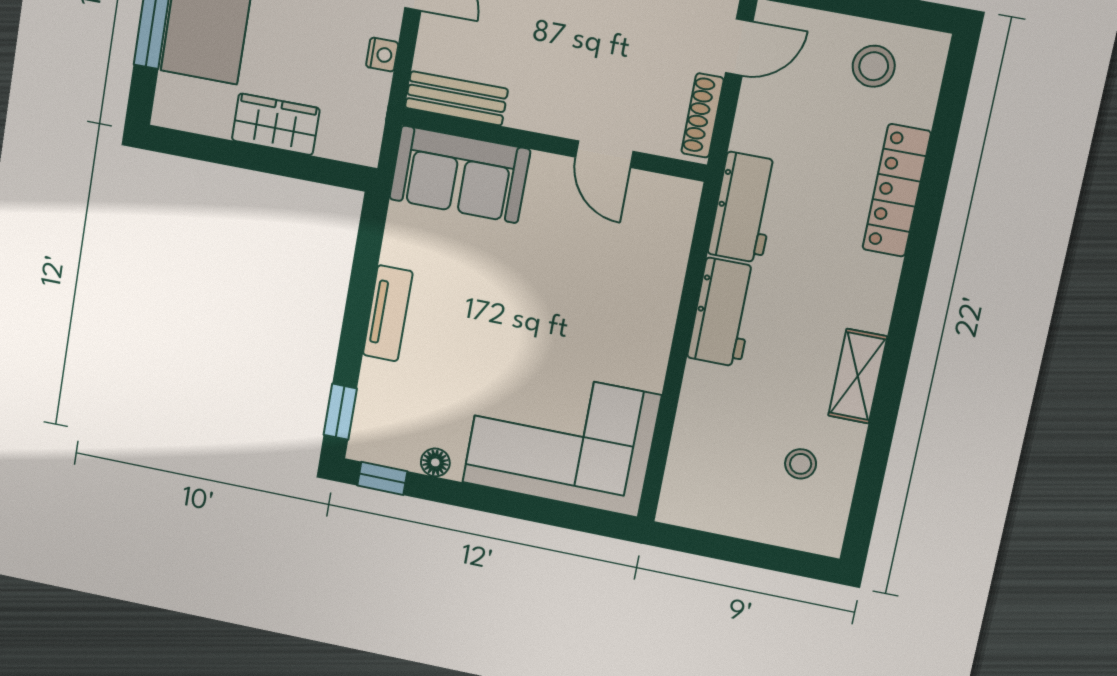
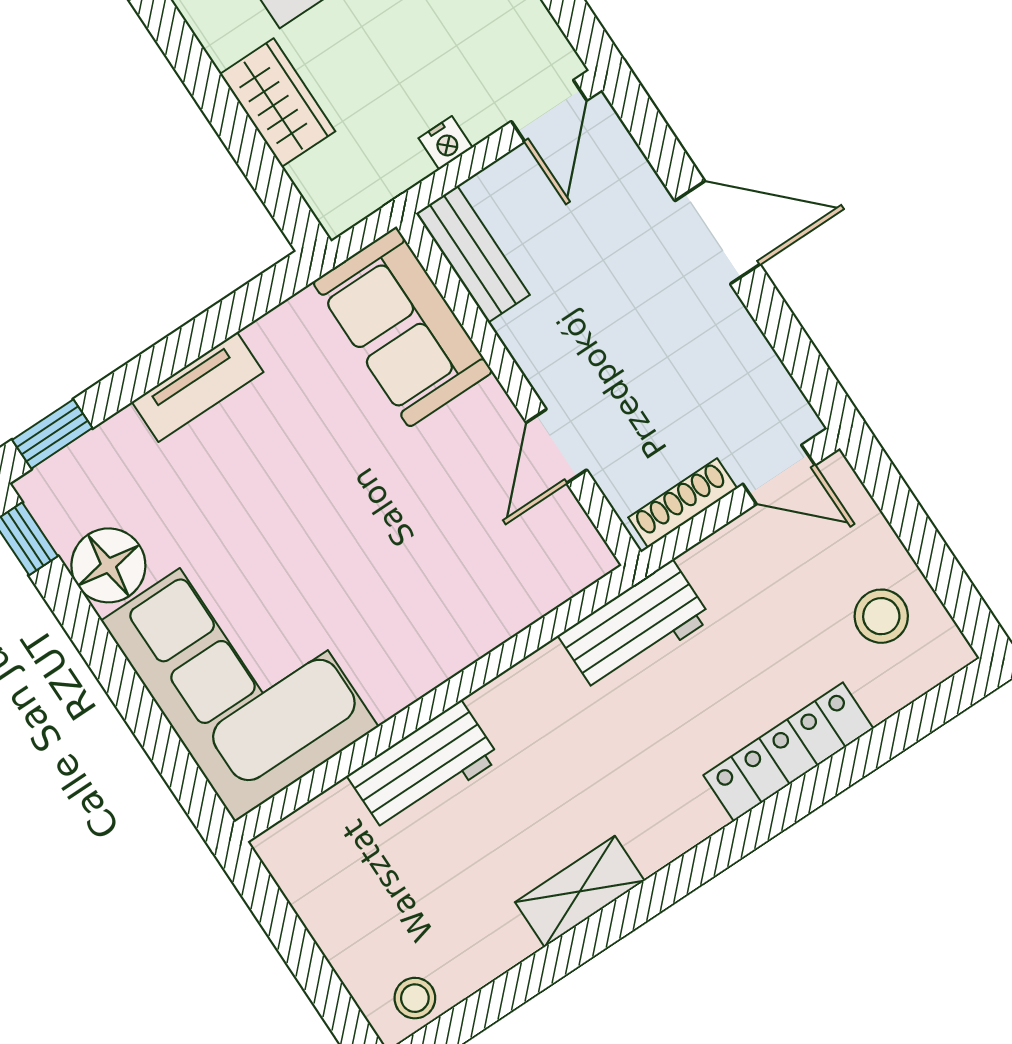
workbench: (723, 312) -> (424, 767), moved
floor lamp: (435, 462) -> (108, 565), width x1.89, depth x1.89
stool: (801, 464) -> (415, 998), moved

